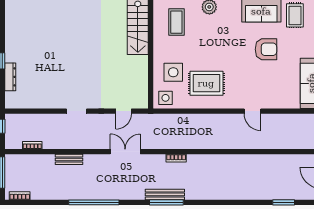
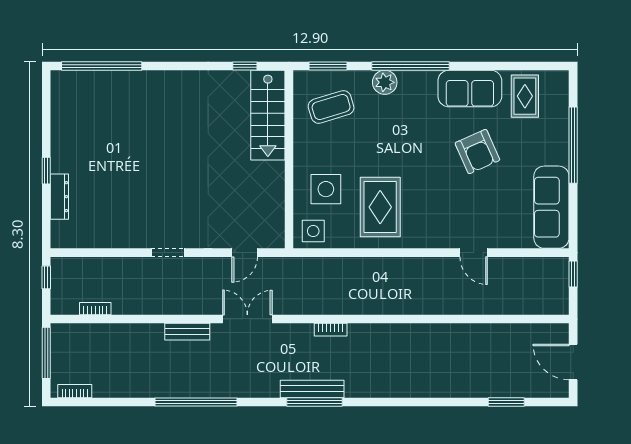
coffee table: (176, 22) -> (331, 107), turned 73
armchair: (266, 49) -> (477, 152), turned 66
rug: (206, 83) -> (380, 207), turned 90
door: (252, 111) -> (474, 253), moved
bench: (69, 159) -> (187, 332), moved

